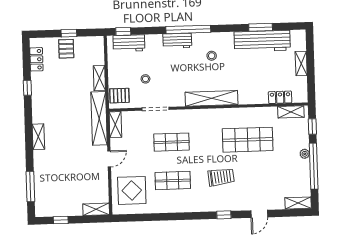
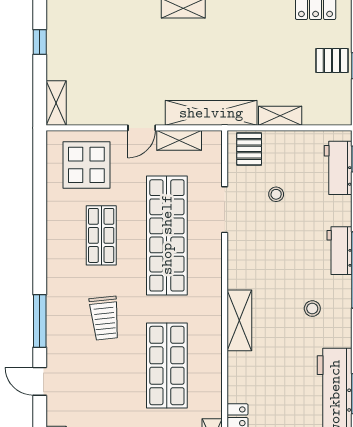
shelving: (212, 98) -> (239, 320), width x0.68
shelving: (115, 125) -> (179, 140), moved
shop shelf: (172, 142) -> (167, 235), width x2.00, depth x1.36
door: (109, 159) -> (142, 128), hinge flipped
window: (224, 215) -> (40, 321), width x2.17

